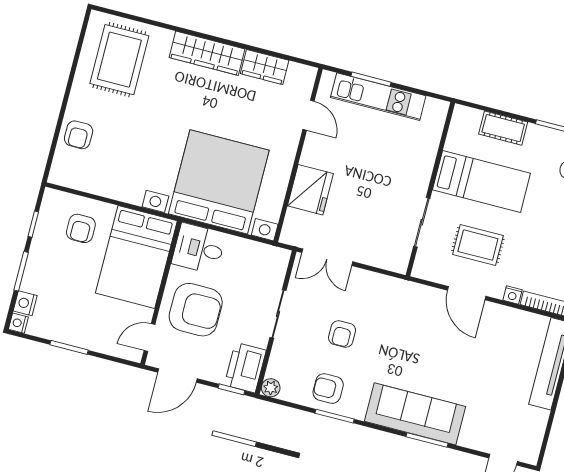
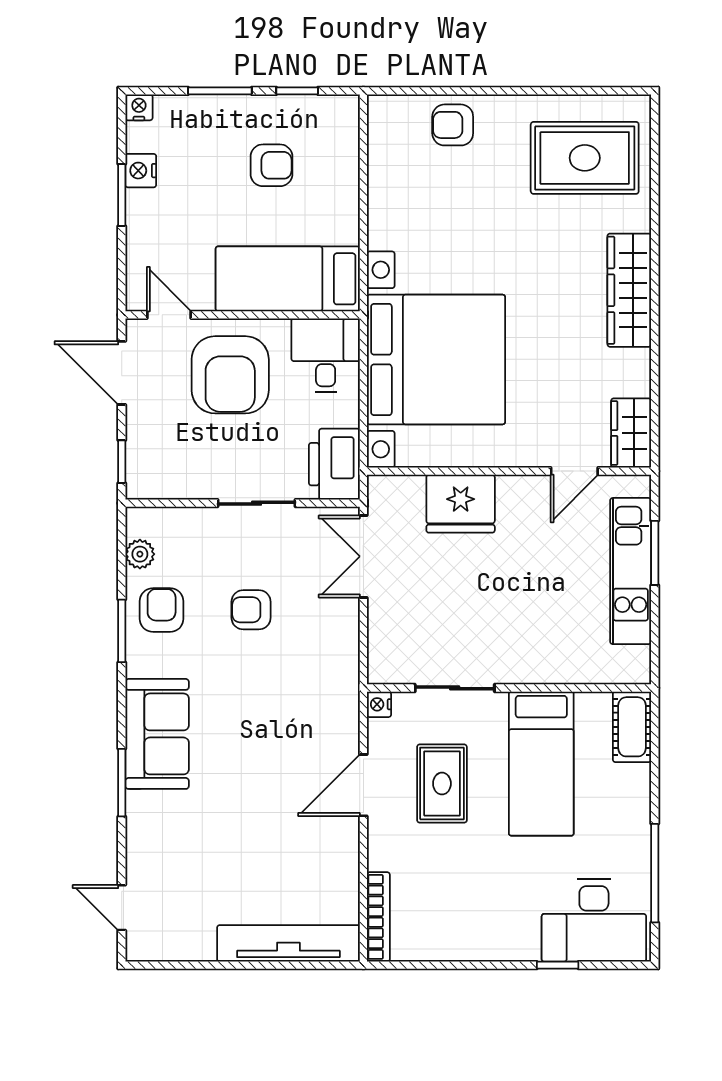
wardrobe: (265, 67) -> (631, 433), moved
cot: (503, 128) -> (632, 727), moved
armchair: (81, 228) -> (271, 165), moved, turned 180
bed: (136, 257) -> (288, 279), width x0.67
nightstand: (512, 295) -> (379, 704), moved
nightstand: (25, 303) -> (141, 171), moved, turned -90
printer: (245, 368) -> (334, 464), moved, turned -90
plant: (271, 388) -> (140, 554), moved
sofa: (415, 414) -> (157, 734), width x0.73

